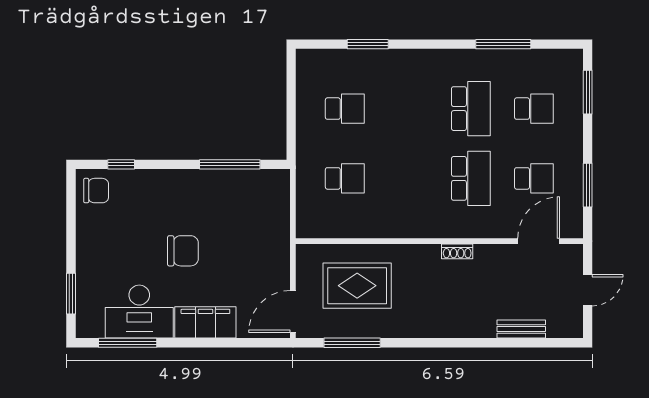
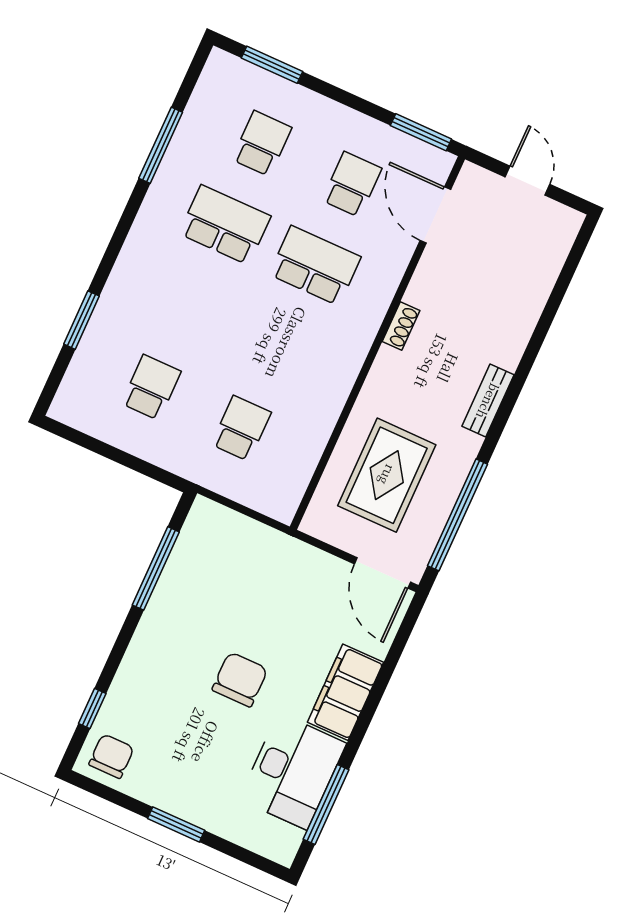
window: (588, 185) -> (421, 132), moved
window: (71, 294) -> (176, 824), moved
bench: (521, 329) -> (488, 401), moved
window: (352, 343) -> (457, 515), width x1.46

